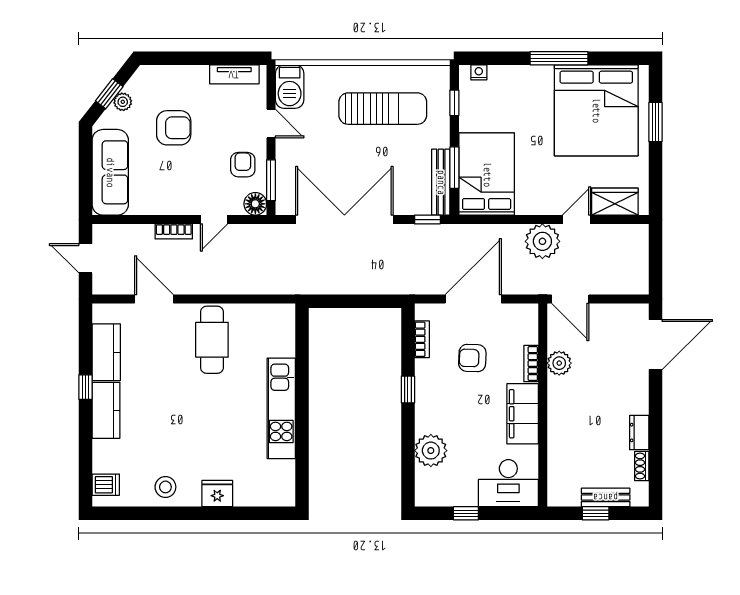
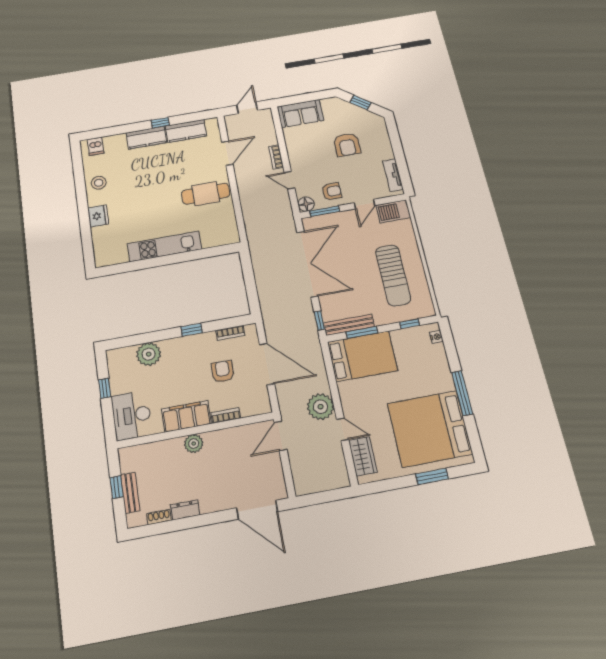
plant: (123, 102) -> (357, 111), removed
sofa: (110, 172) -> (300, 114), width x0.73
plant: (559, 363) -> (194, 444), moved

